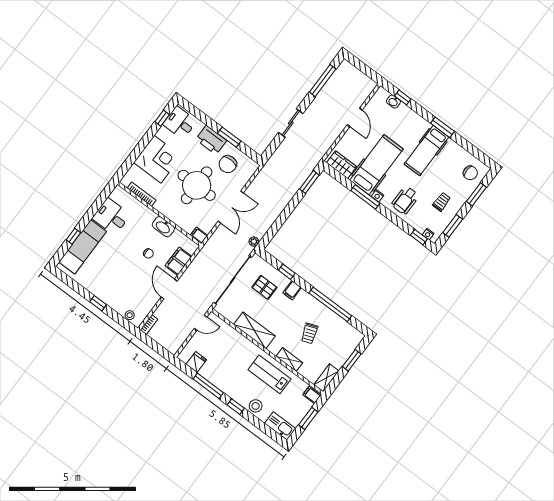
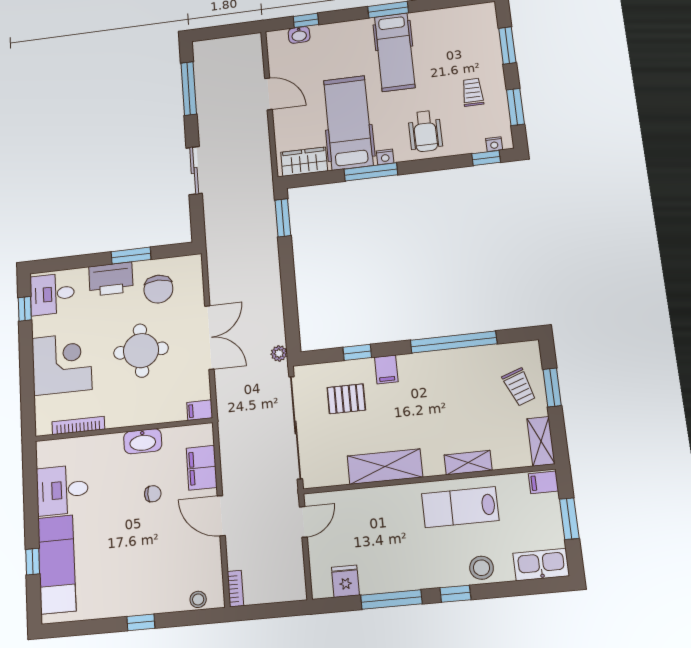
chair: (470, 173) -> (475, 29), removed
round table: (197, 185) -> (141, 351), width x0.73, depth x0.73
trolley: (309, 333) -> (519, 387), moved

